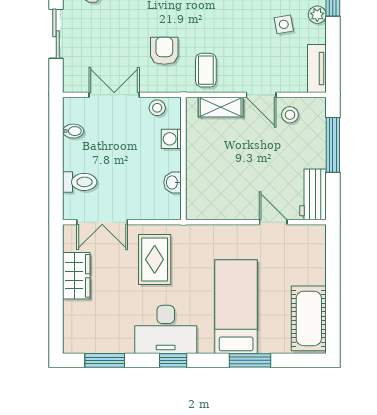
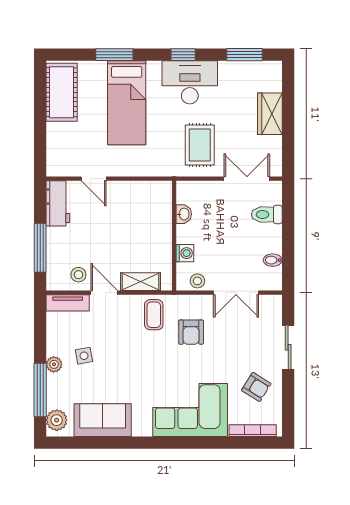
tv unit: (317, 69) -> (68, 303), moved, turned 90
wardrobe: (76, 276) -> (270, 114), moved

